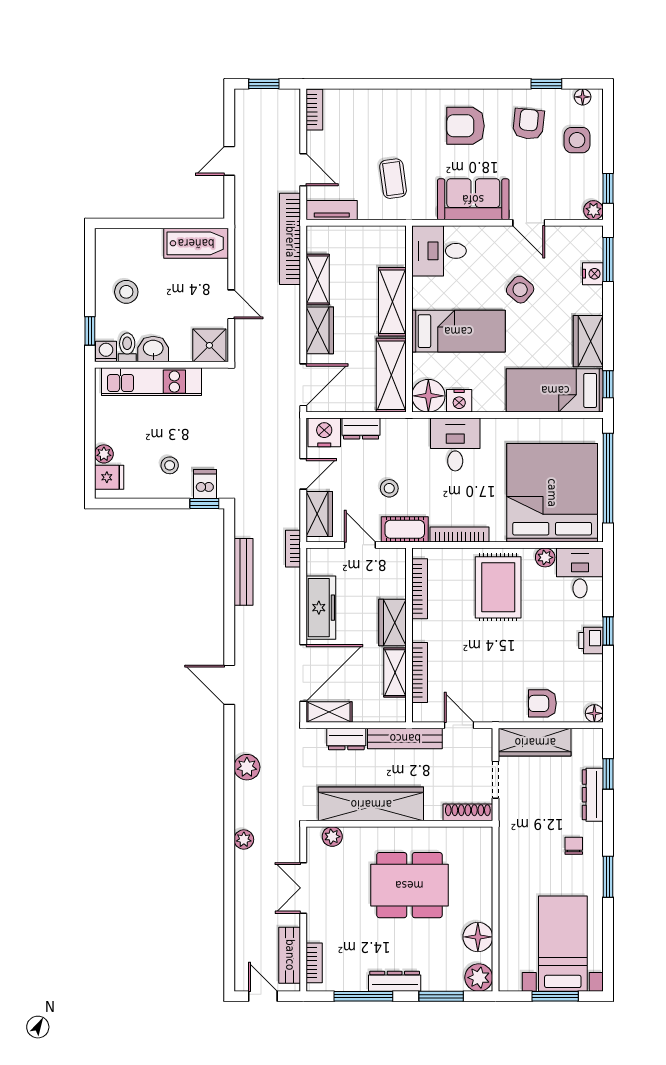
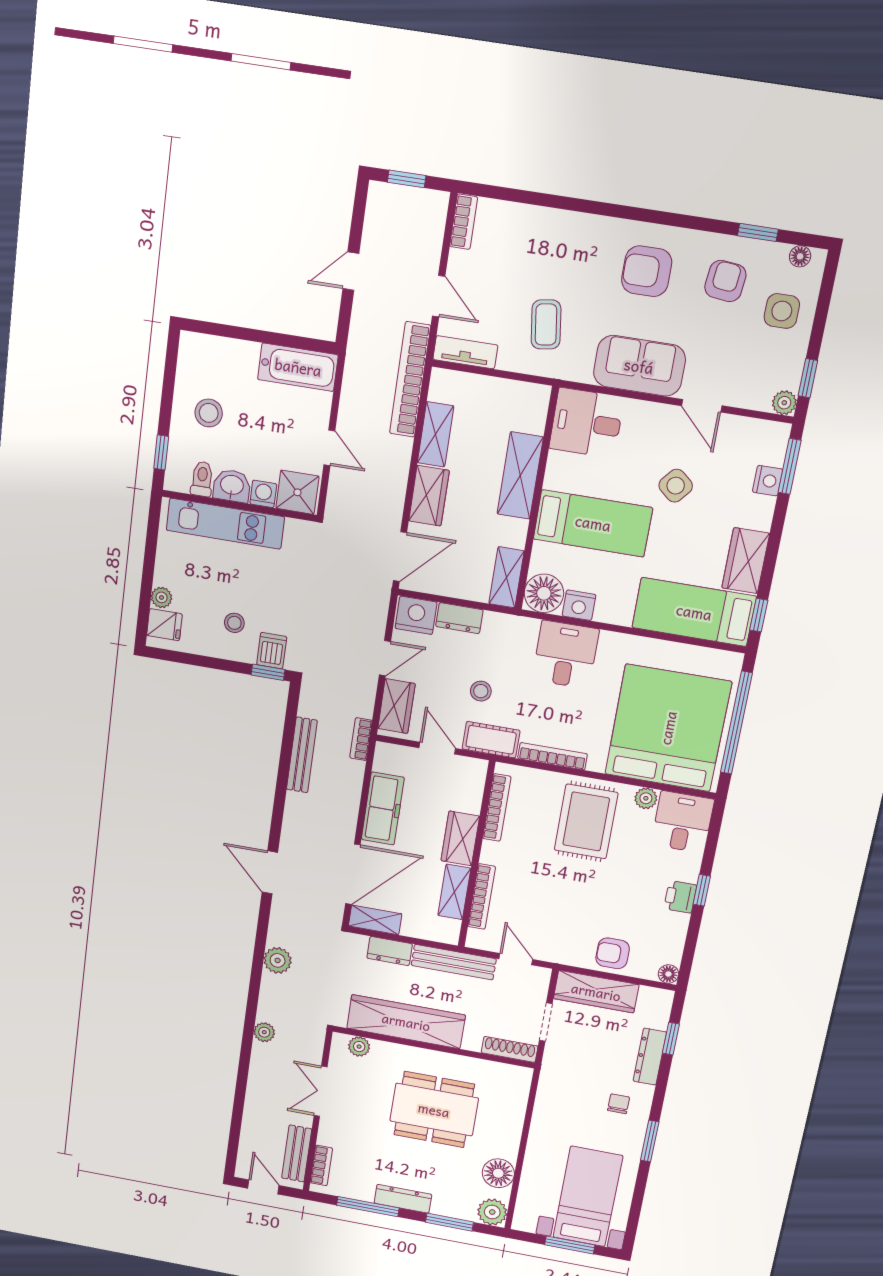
washing machine: (106, 351) -> (263, 494), moved
shelving: (391, 375) -> (506, 577), width x0.67, depth x0.75

